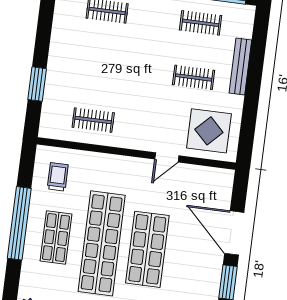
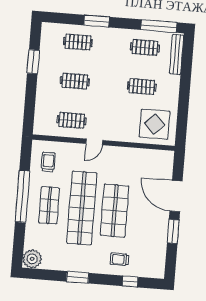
clothes rail: (100, 65) -> (75, 81), added
bench: (240, 66) -> (177, 54), moved
window: (37, 84) -> (33, 62), moved
door: (167, 157) -> (94, 142), moved

